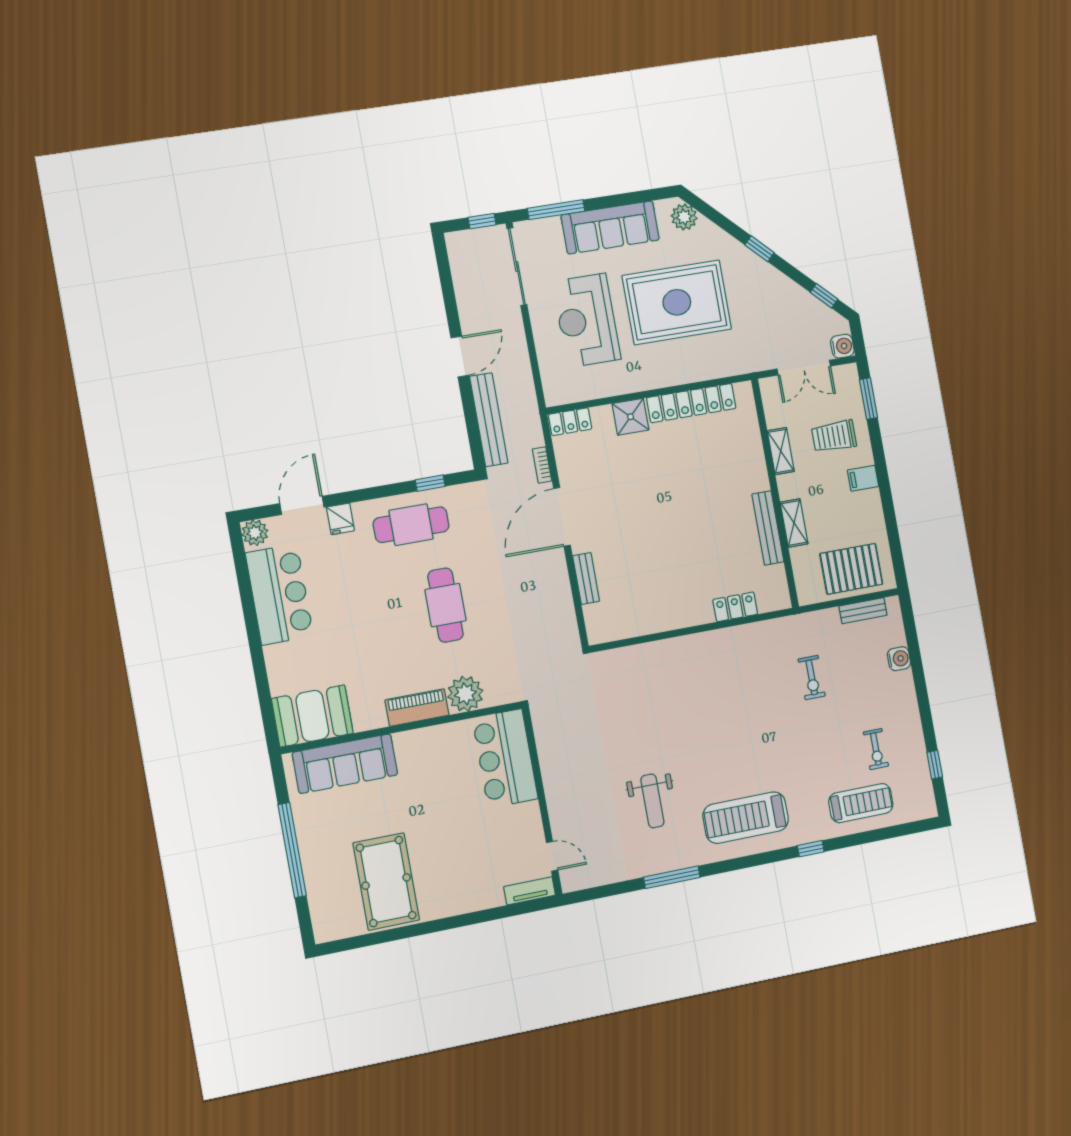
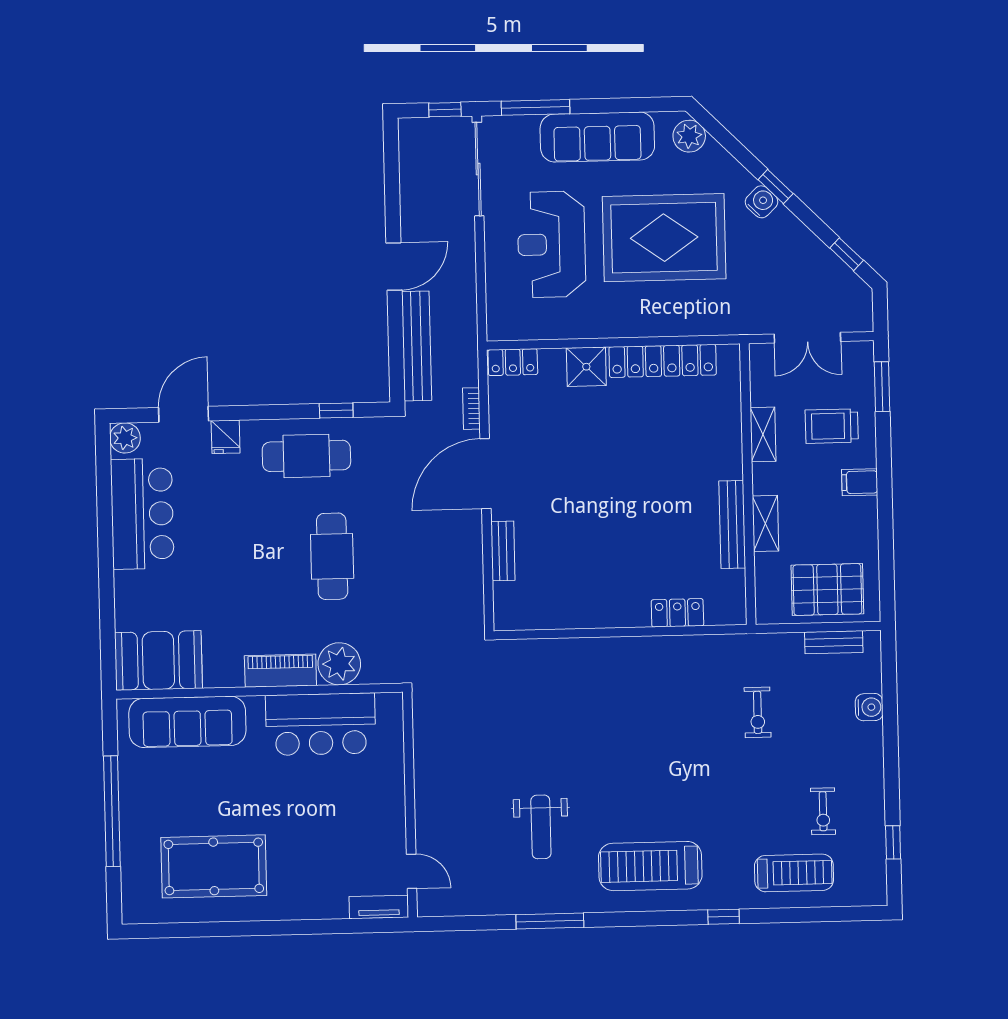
water cooler: (842, 346) -> (762, 202), moved, turned -45
bar counter: (505, 758) -> (321, 724), moved, turned -90
pool table: (386, 881) -> (214, 866), turned 90

